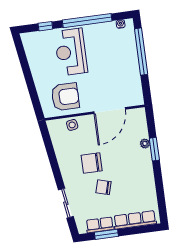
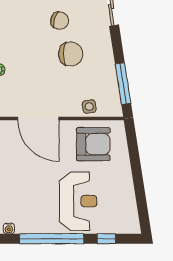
armchair: (65, 97) -> (93, 144), turned 180
door: (110, 111) -> (38, 119), swing flipped
window: (49, 146) -> (123, 84), added

